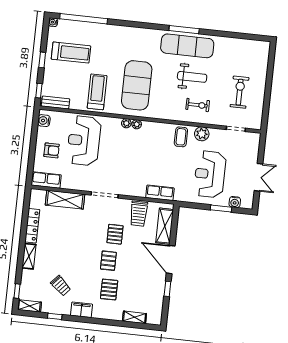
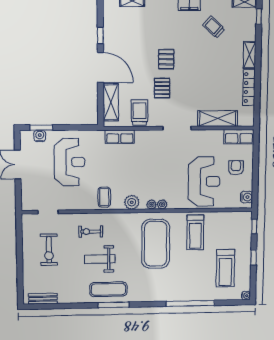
window: (84, 19) -> (190, 303), moved
exercise mat: (187, 46) -> (108, 289), width x0.73, depth x0.69
treadmill: (71, 53) -> (225, 268), turned -90
bench: (55, 103) -> (43, 299), moved
plant: (202, 134) -> (132, 202), moved
armchair: (52, 150) -> (236, 168), turned 90
window: (221, 208) -> (41, 128), moved
pallet: (109, 289) -> (162, 28), removed

